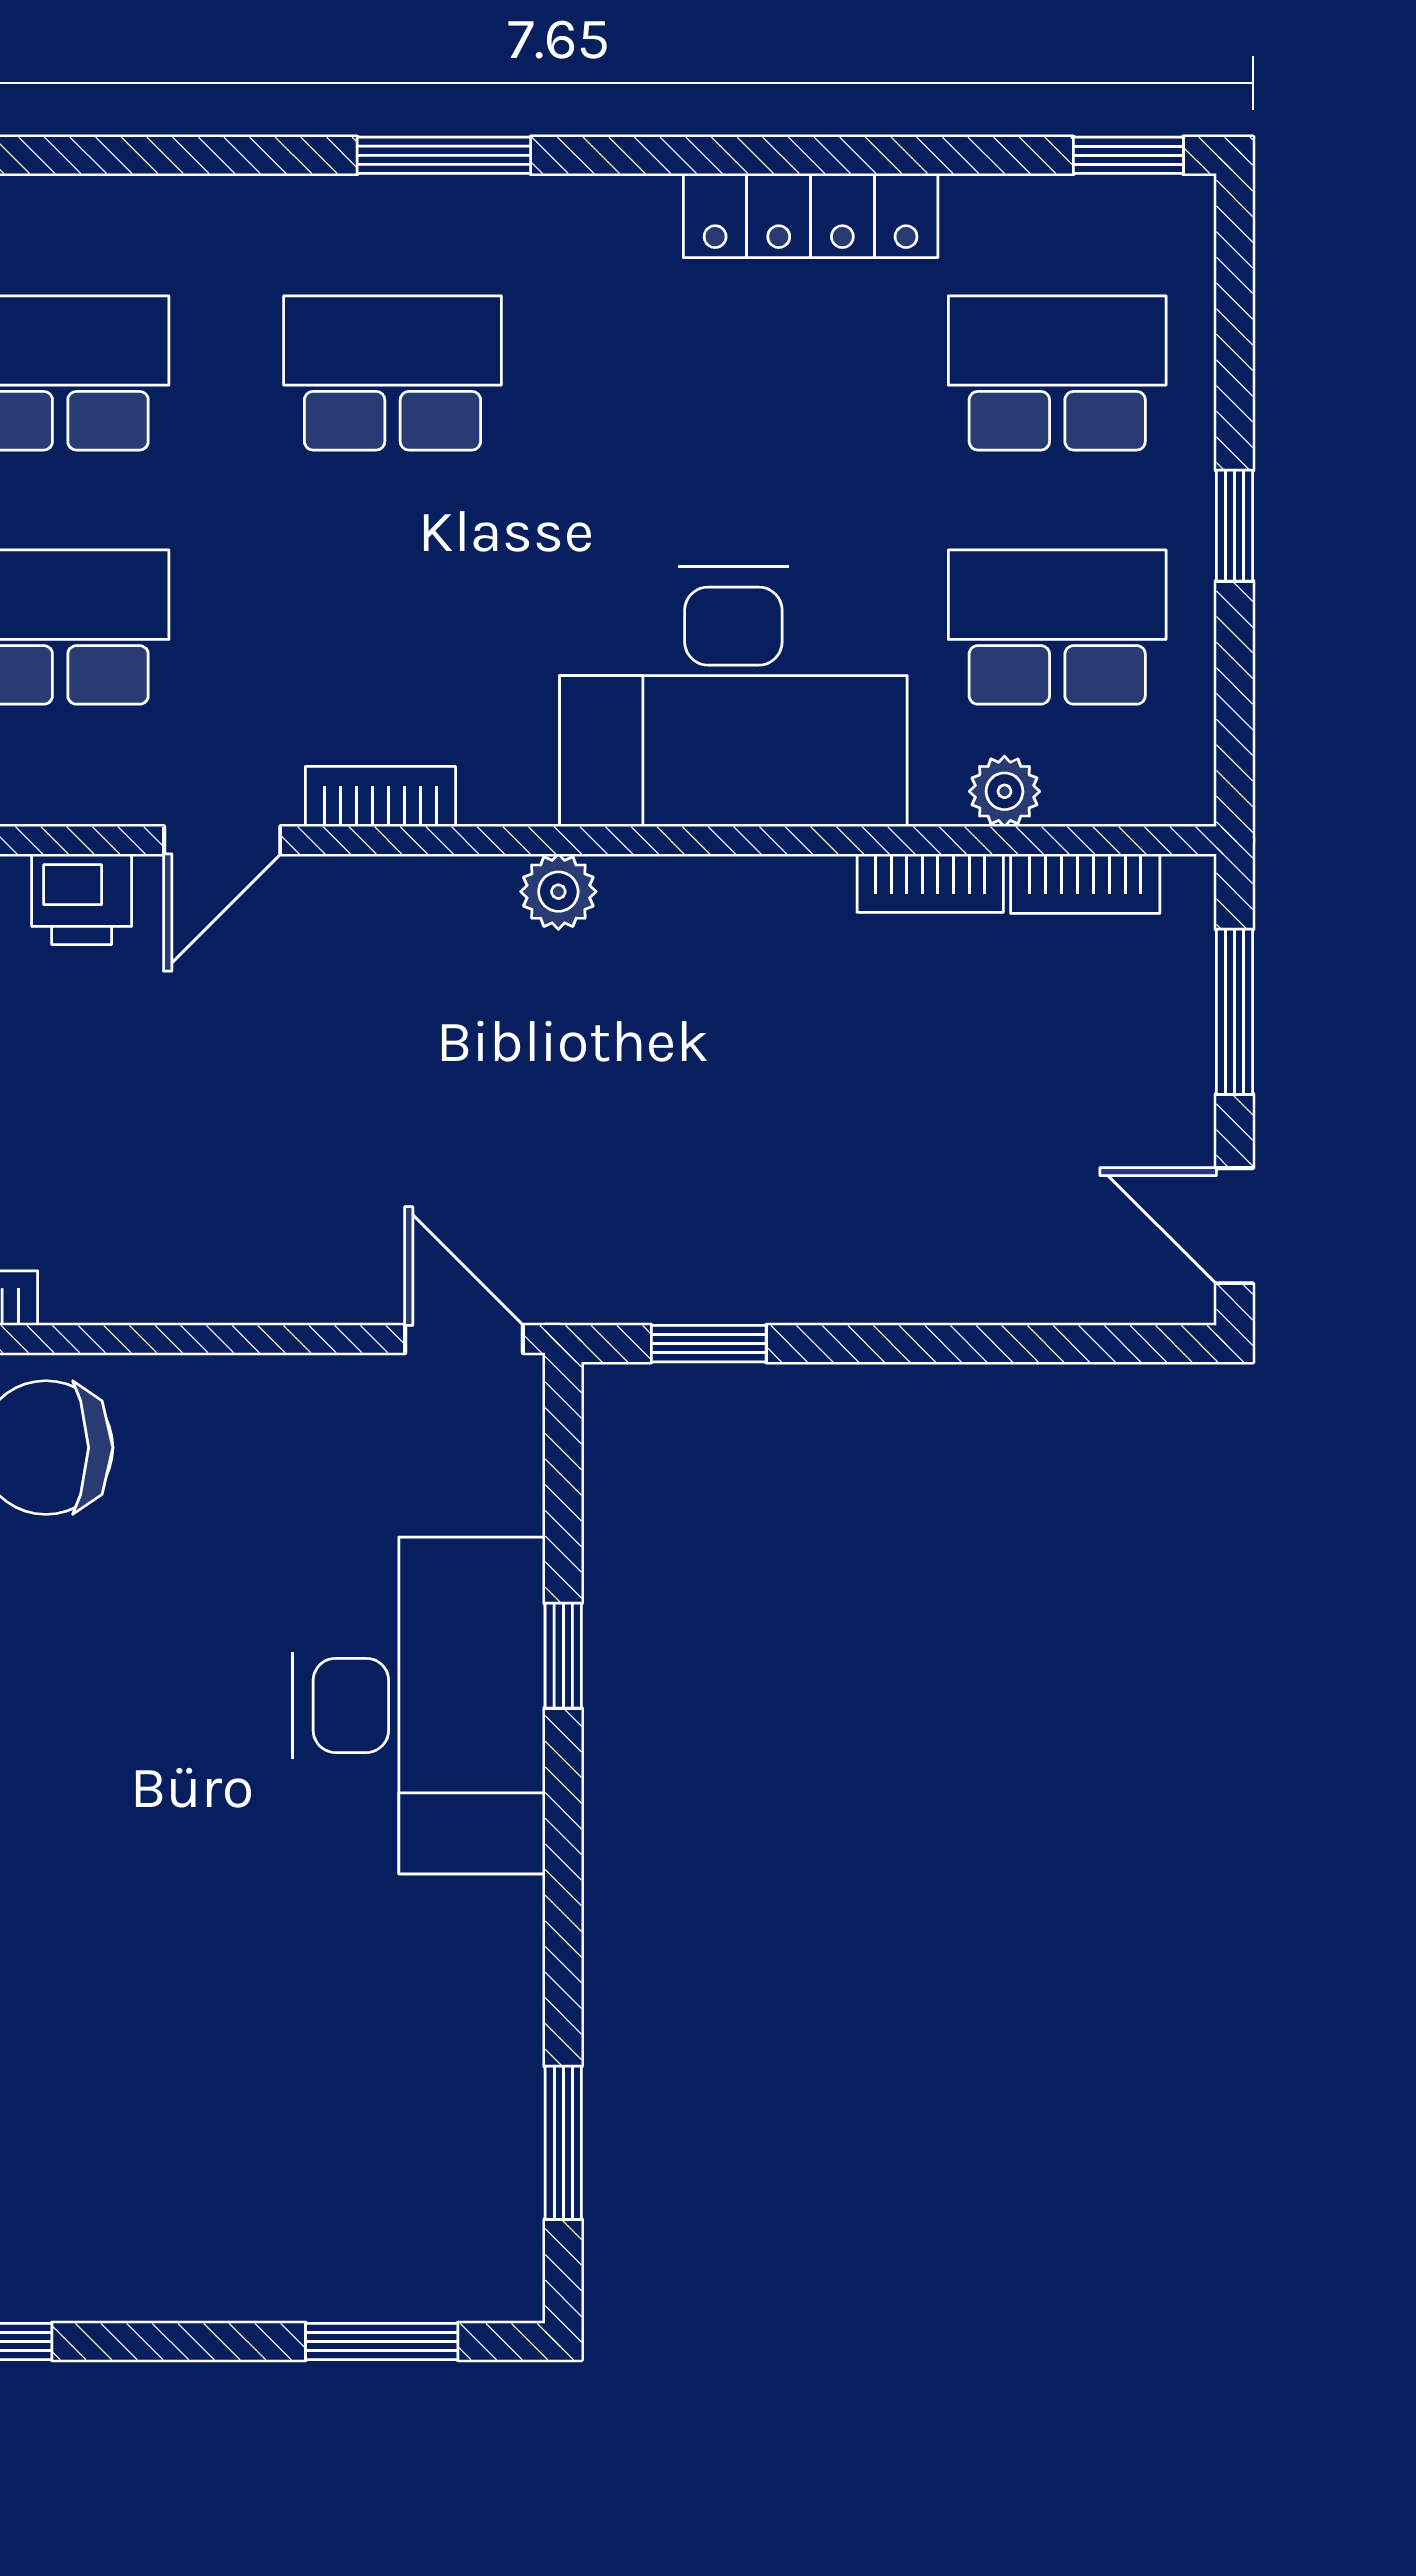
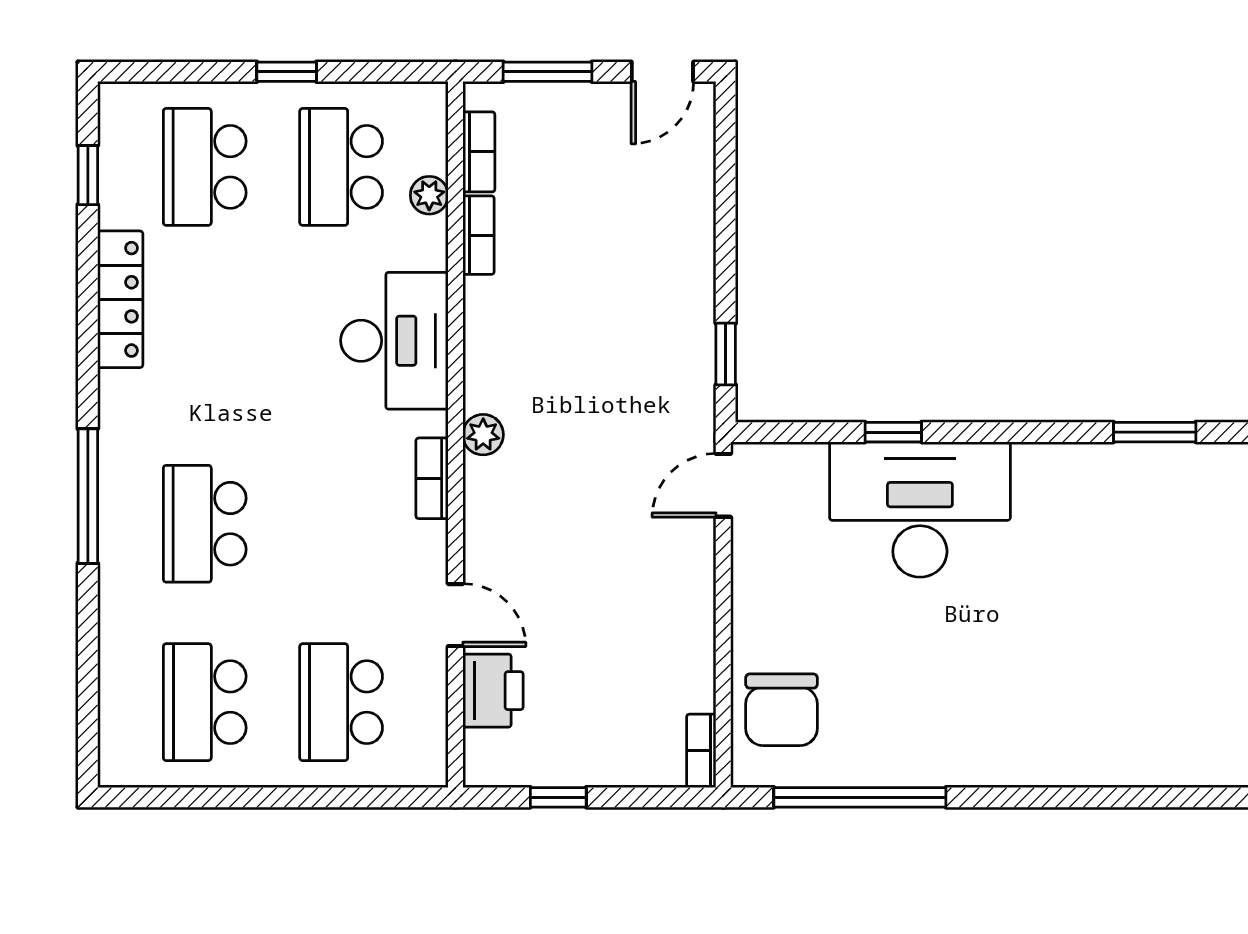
window: (444, 155) -> (88, 496), width x1.44
window: (1128, 155) -> (88, 175), moved
desk: (733, 696) -> (394, 341), width x0.73, depth x0.77
bookcase: (380, 797) -> (432, 478), moved
printer: (82, 899) -> (493, 691), width x1.36, depth x1.24

